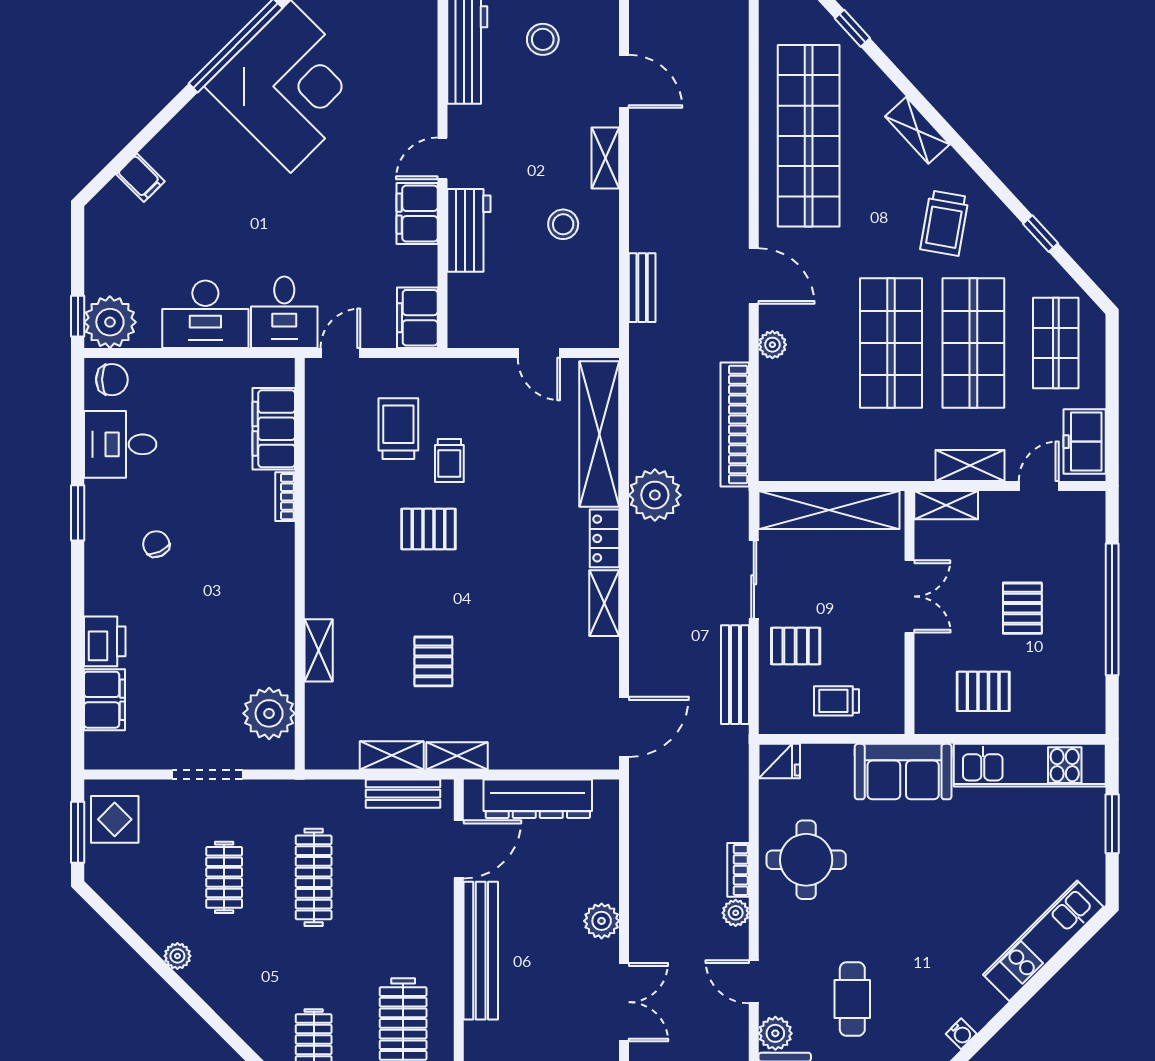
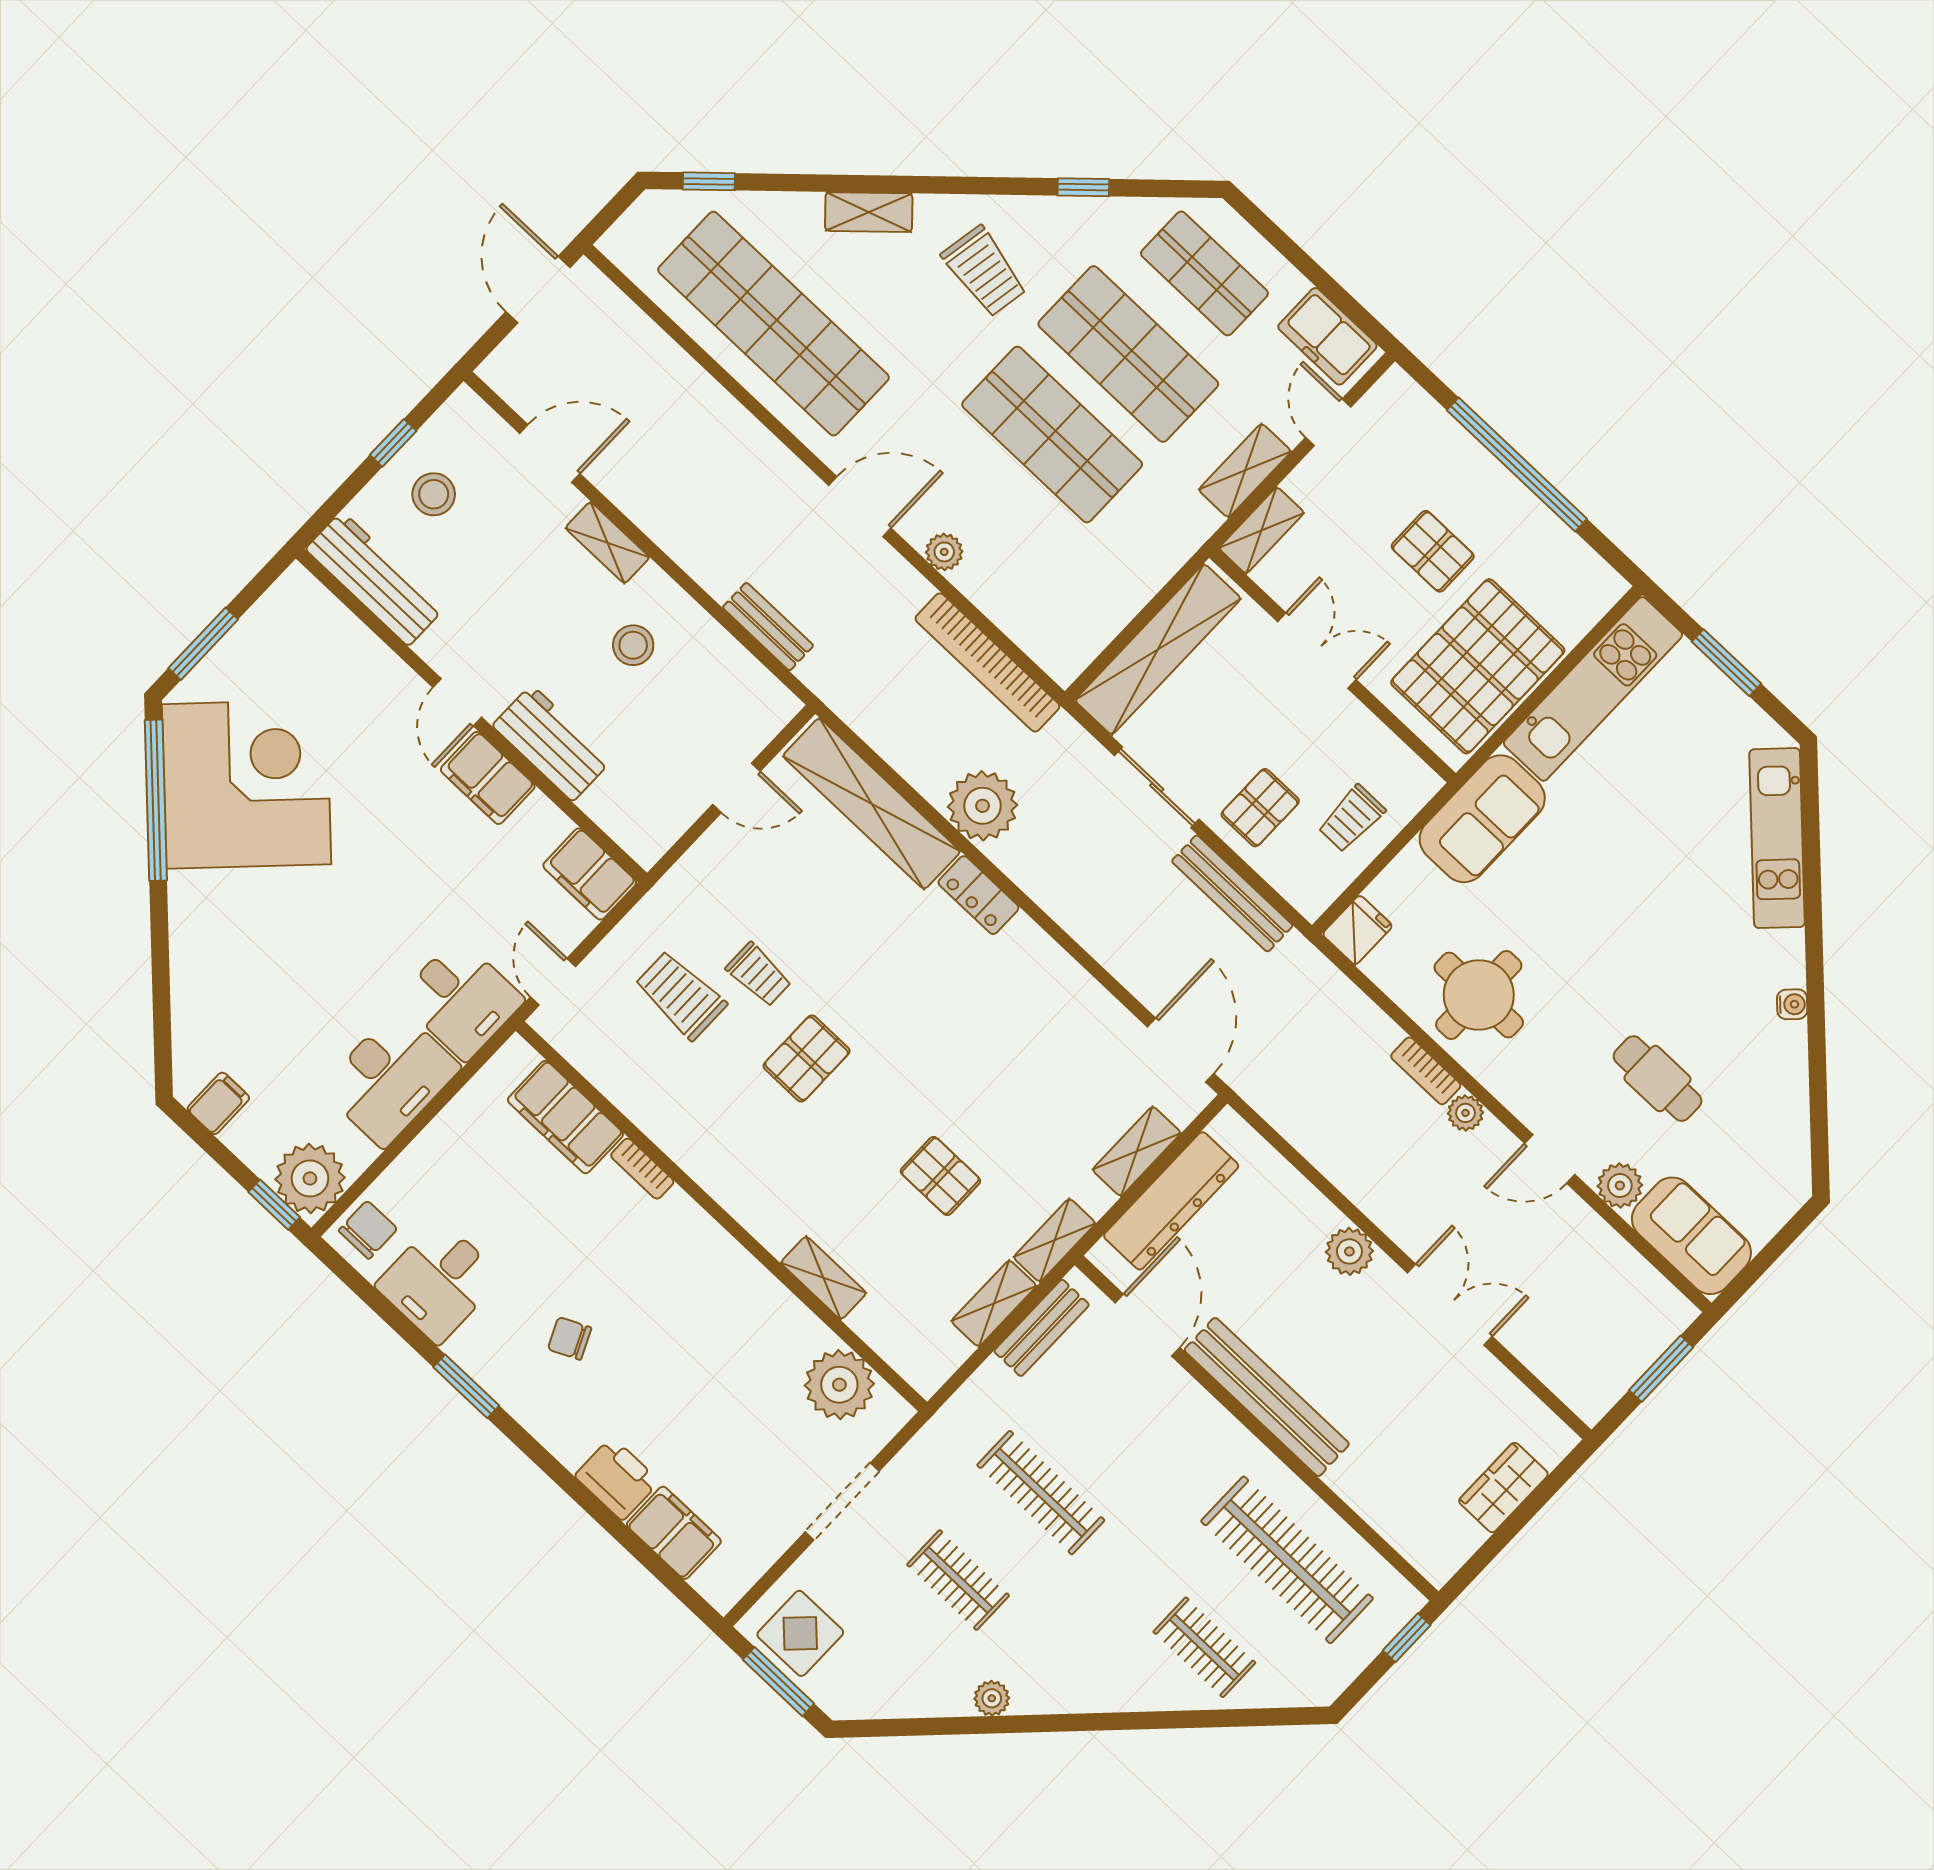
filing cabinet: (140, 178) -> (218, 1103), moved, turned -45
shelving: (604, 603) -> (1137, 1151), moved, turned 90
pallet: (983, 691) -> (1478, 666), width x2.05, depth x2.00

